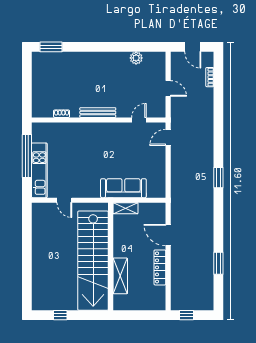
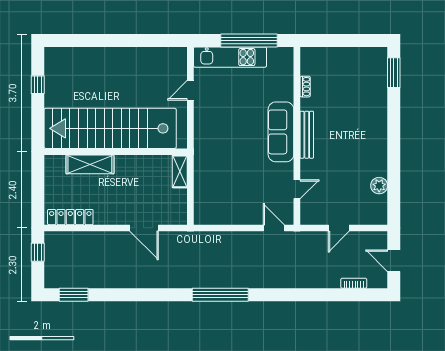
door: (193, 47) -> (394, 261), hinge flipped
door: (139, 120) -> (297, 189), hinge flipped
window: (218, 178) -> (220, 295), width x2.11
sofa: (123, 188) -> (281, 132), moved, turned 180
door: (168, 235) -> (144, 228), swing flipped
window: (218, 263) -> (74, 295), moved
locker: (160, 267) -> (70, 217), moved

